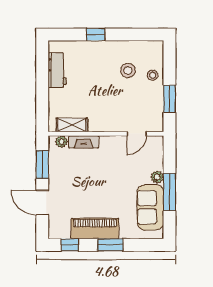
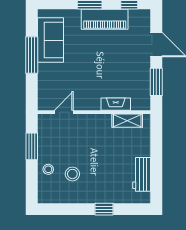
plant: (62, 142) -> (137, 104), removed
plant: (157, 177) -> (44, 70), removed

